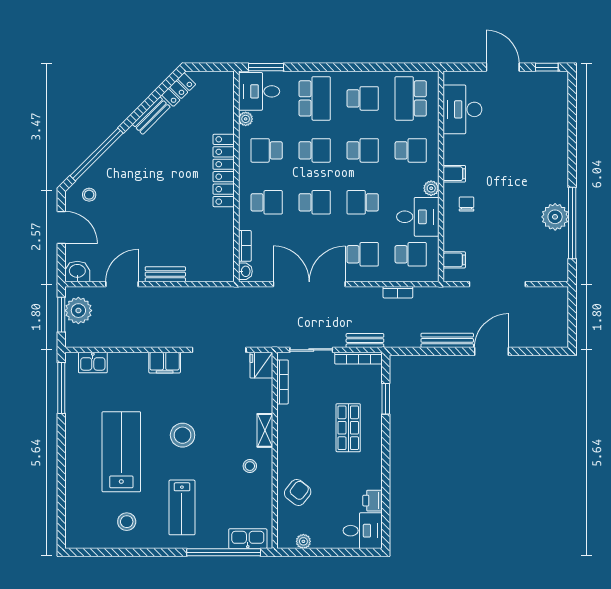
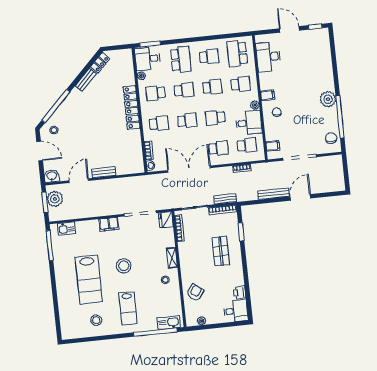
plant: (555, 217) -> (328, 99), moved
chair: (553, 257) -> (331, 138), added
lab bench: (121, 452) -> (89, 279), turned 180

